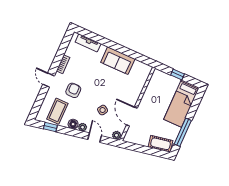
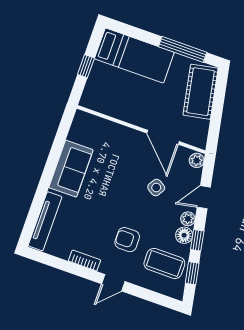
tv unit: (88, 43) -> (45, 221), width x1.41
door: (132, 116) -> (163, 137), hinge flipped
window: (69, 132) -> (197, 240), added
cot: (161, 144) -> (201, 92), width x1.37, depth x1.34

